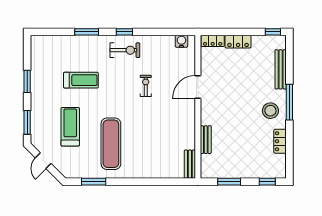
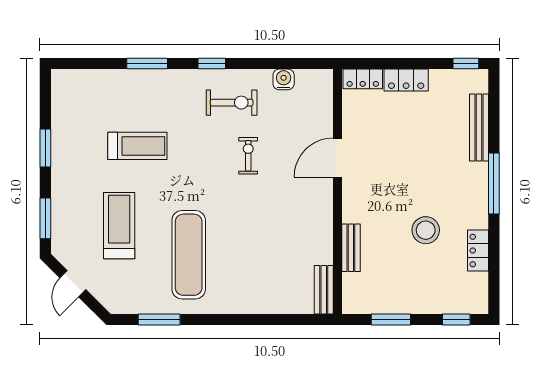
water cooler: (181, 41) -> (284, 79), moved
exercise bike: (125, 50) -> (232, 103), moved
stool: (270, 111) -> (426, 230), moved

